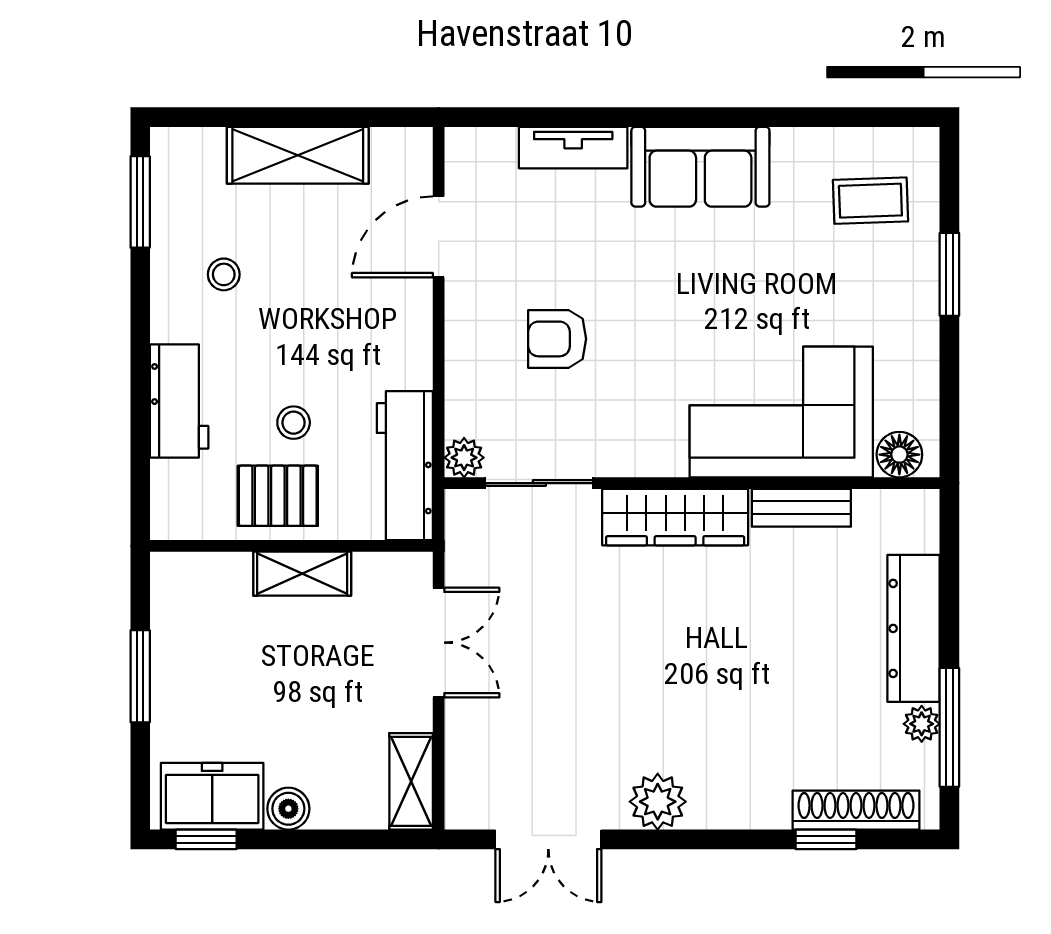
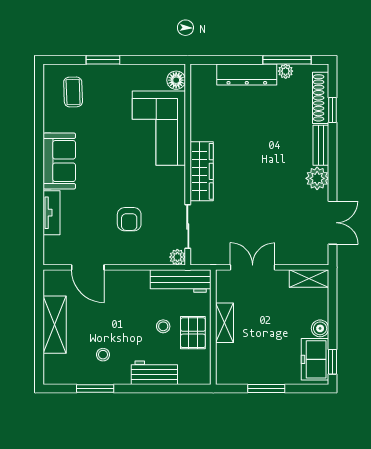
window: (140, 202) -> (95, 389), moved
bench: (801, 508) -> (321, 145), moved

